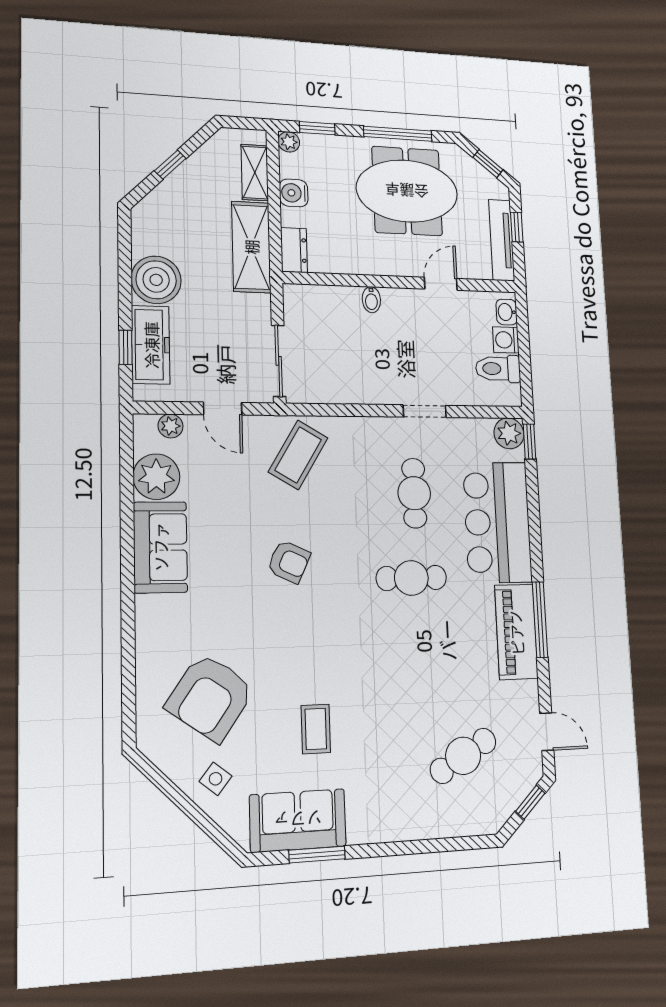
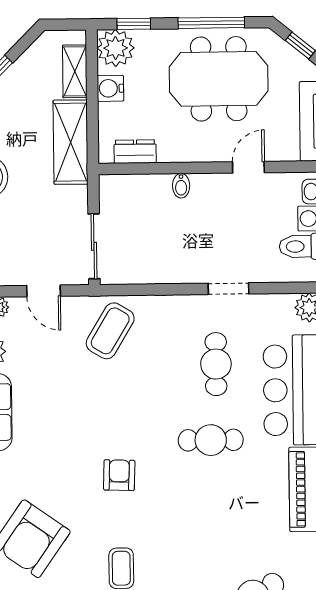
plant: (289, 142) -> (116, 48), width x1.87, depth x1.87
dresser: (294, 250) -> (135, 152), moved, turned -90
armchair: (289, 562) -> (119, 475), moved, turned -113

